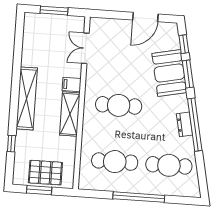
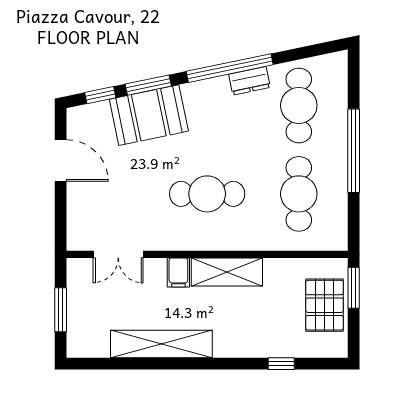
shelving: (27, 98) -> (161, 344), moved
cafe table: (119, 105) -> (207, 194), turned 90
dresser: (185, 124) -> (249, 81), moved
window: (39, 190) -> (354, 288), moved

